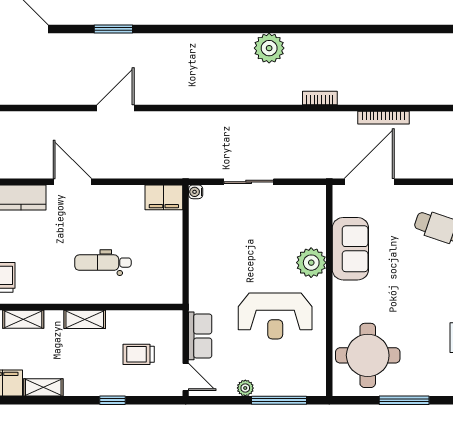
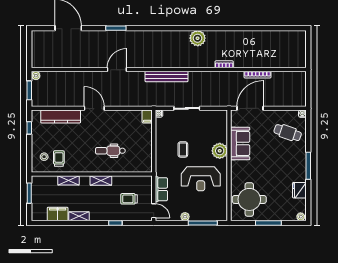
bench: (210, 121) -> (167, 77), added
filing cabinet: (164, 197) -> (147, 117), width x0.50
coffee table: (241, 260) -> (183, 149), added

